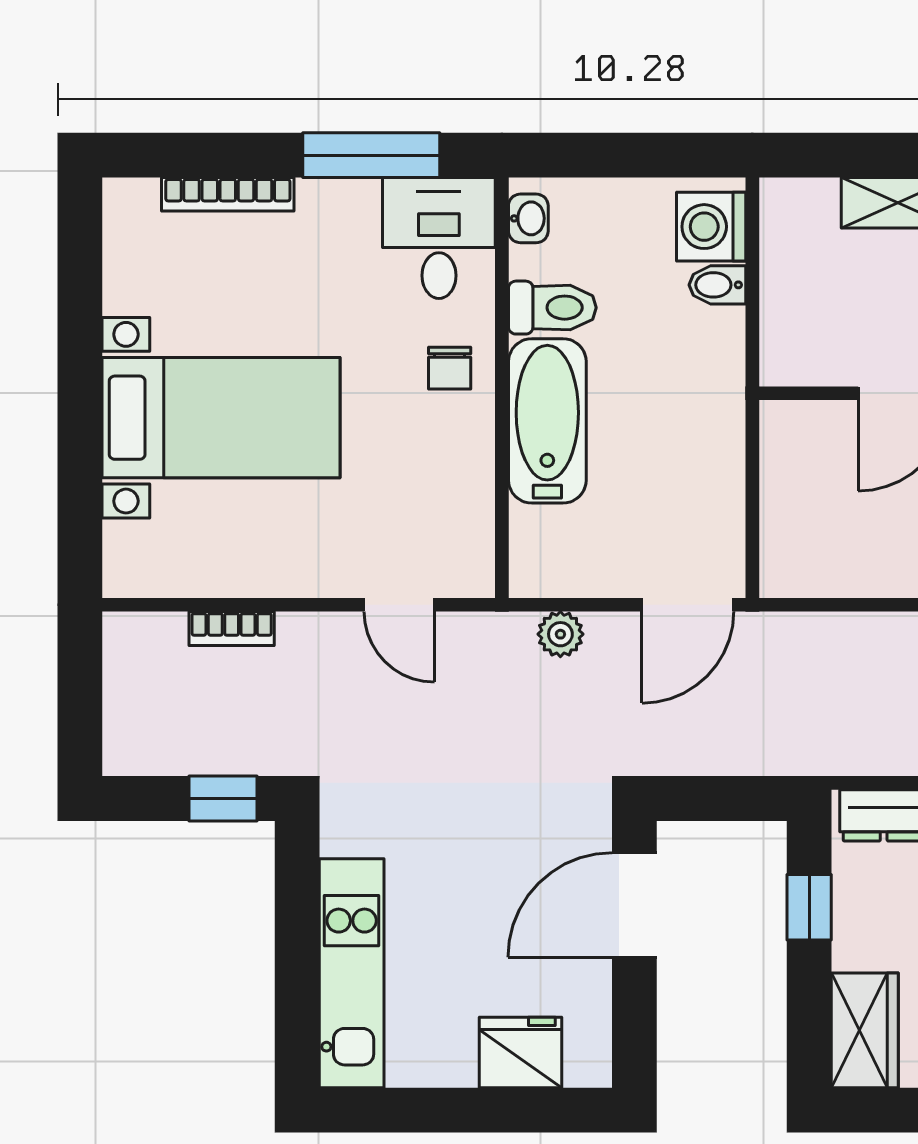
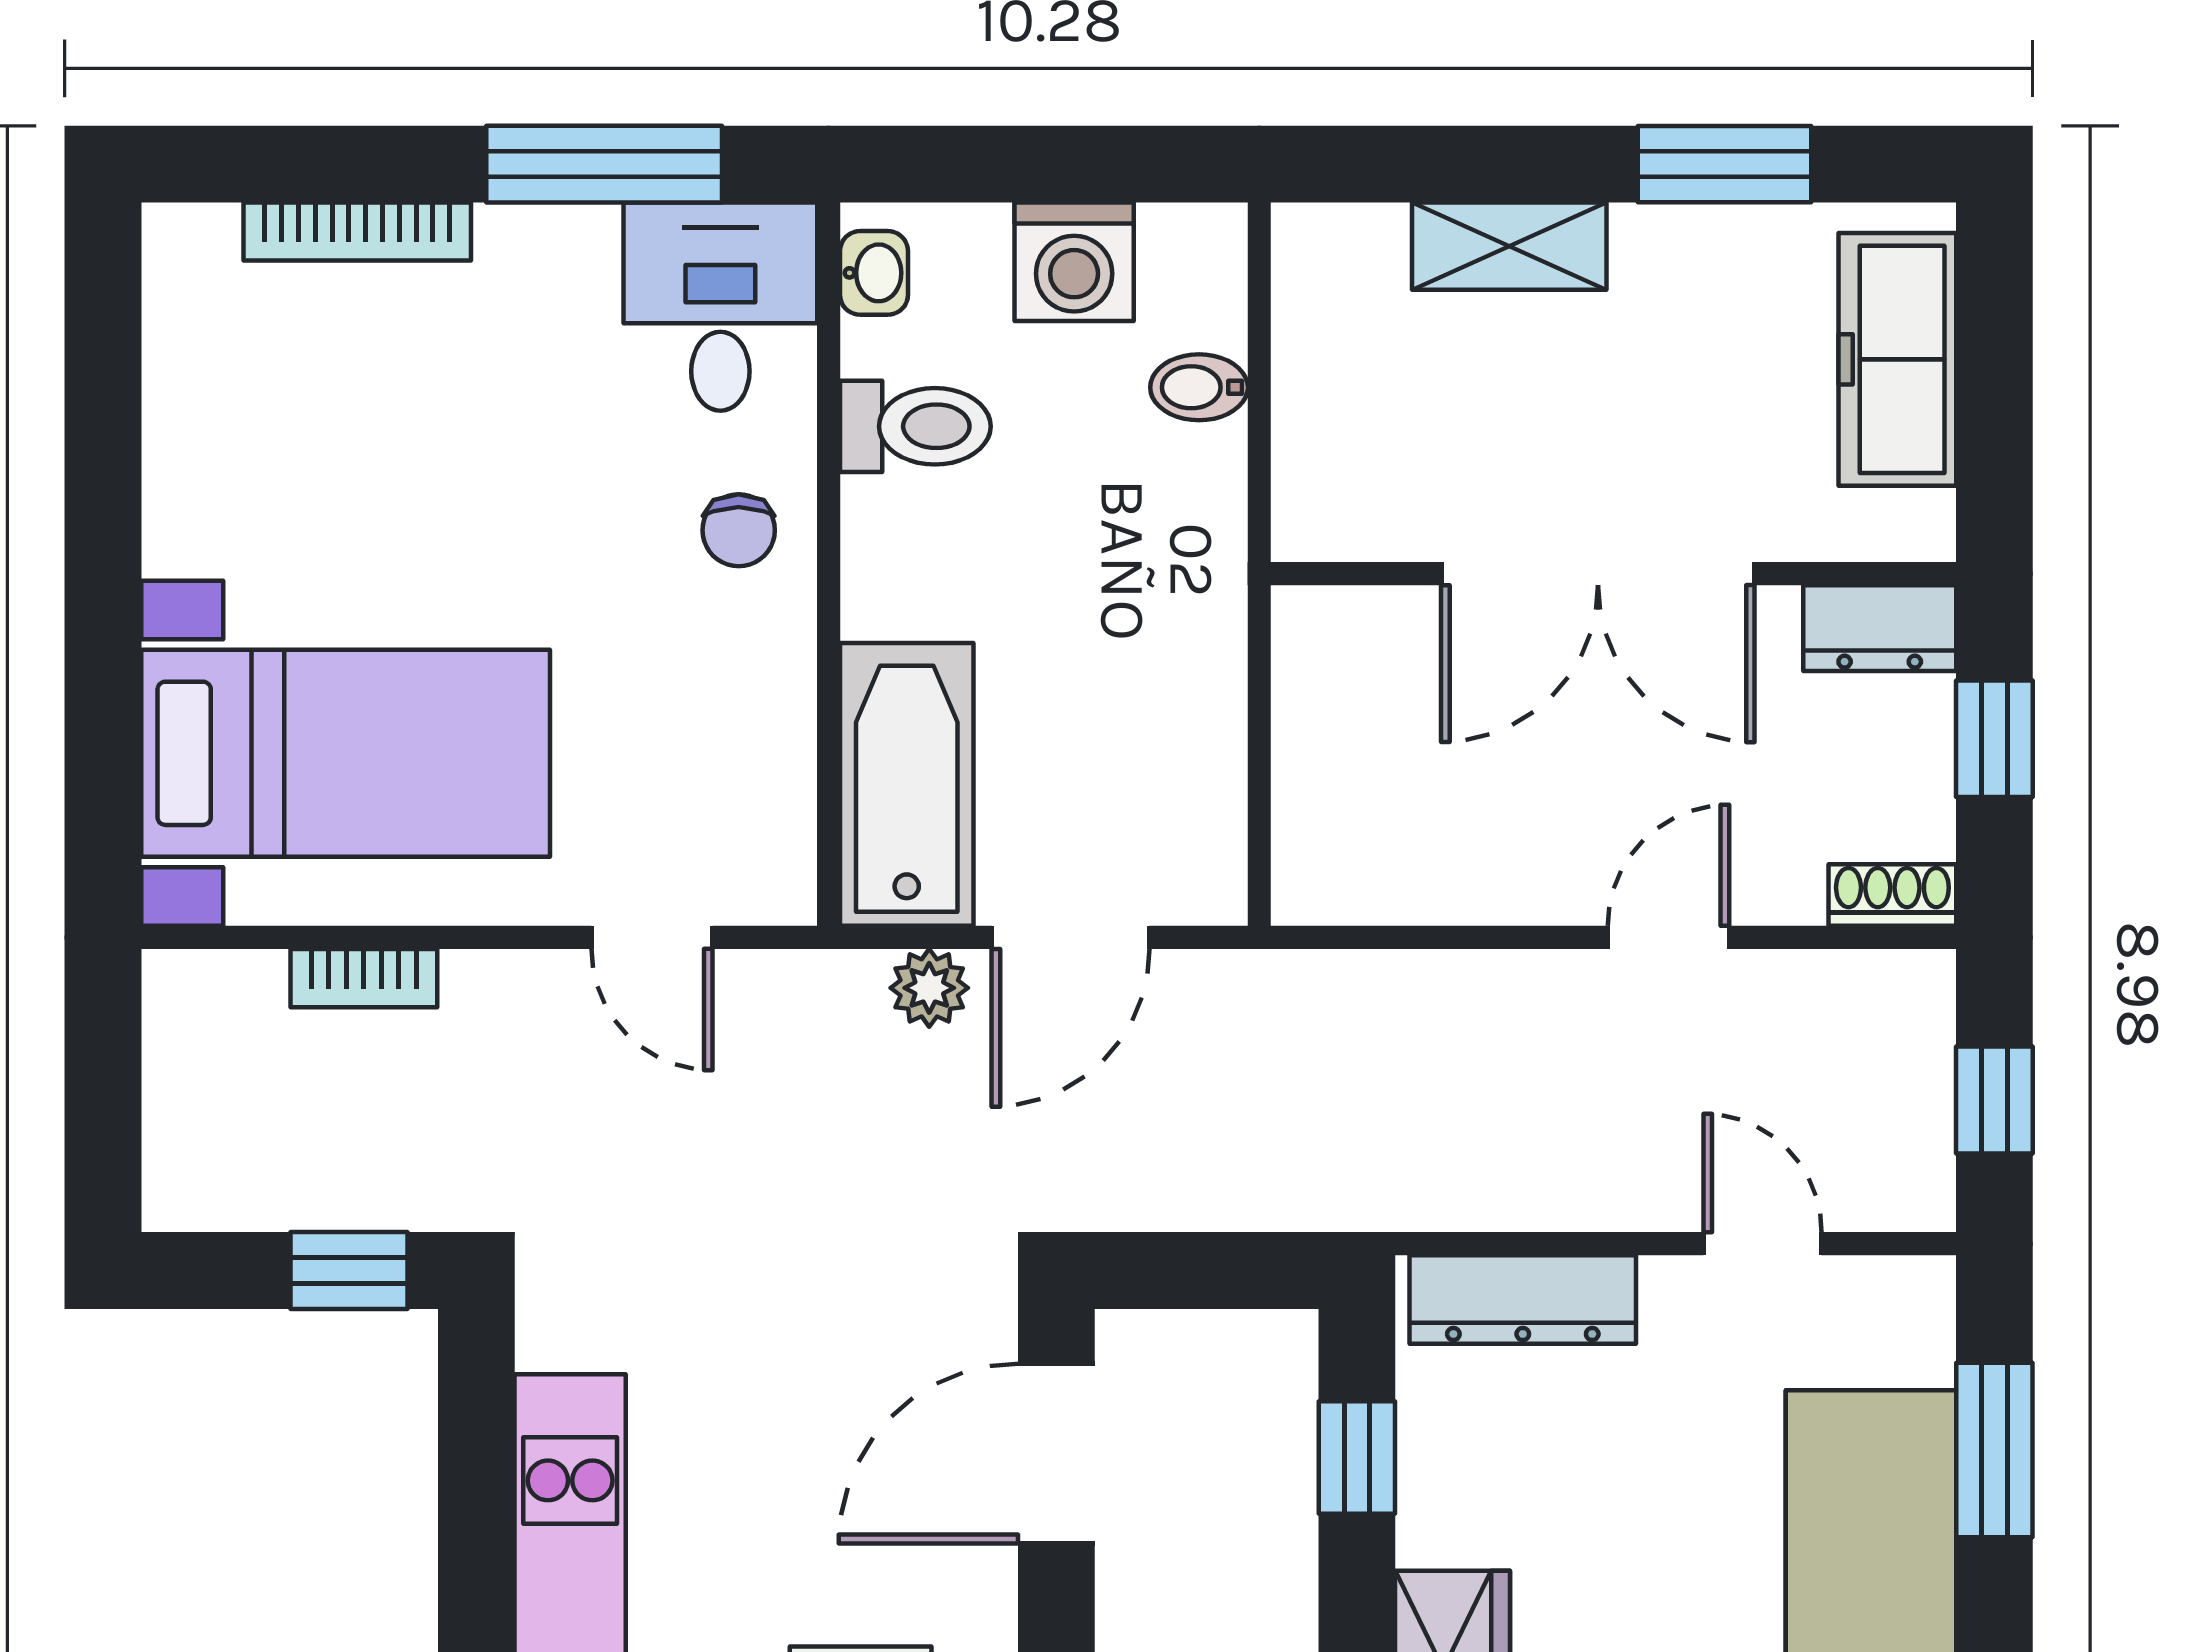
washing machine: (711, 227) -> (1074, 262), moved, turned -90
bed with nightstands: (221, 418) -> (346, 753), moved
bathtub: (547, 421) -> (907, 784), moved
door: (688, 605) -> (1070, 937), moved

